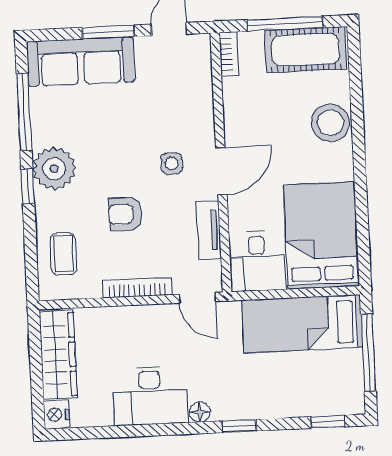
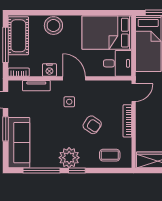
nightstand: (236, 119) -> (49, 70), added
armchair: (125, 214) -> (92, 125), turned -56
tv unit: (209, 230) -> (36, 86), moved

